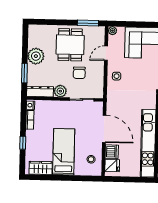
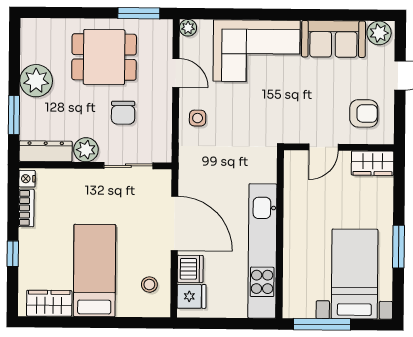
dining table: (70, 45) -> (104, 57), turned 90
door: (106, 53) -> (176, 73), swing flipped

